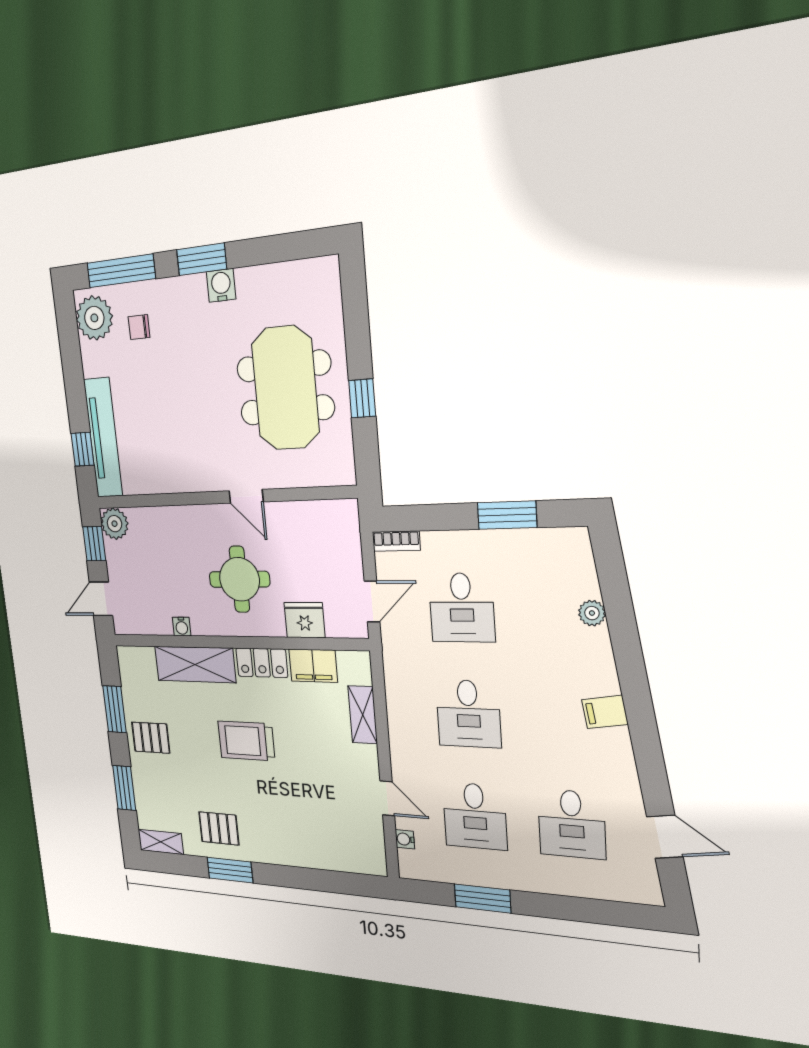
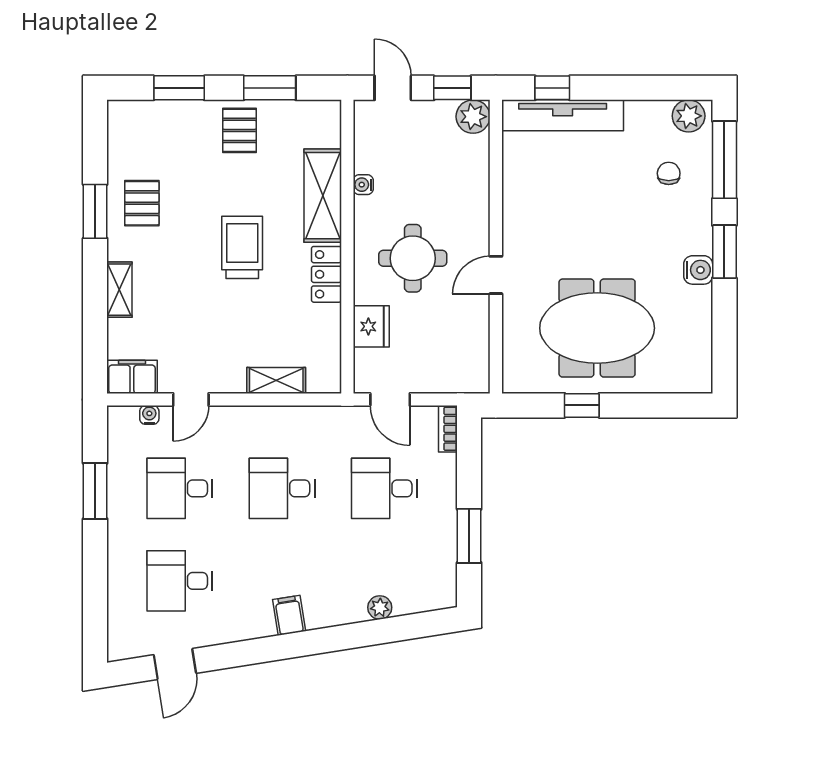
plant: (94, 318) -> (689, 116), width x0.73, depth x0.73
filing cabinet: (313, 666) -> (132, 377), moved, turned 90
shelving: (161, 842) -> (119, 290), moved

